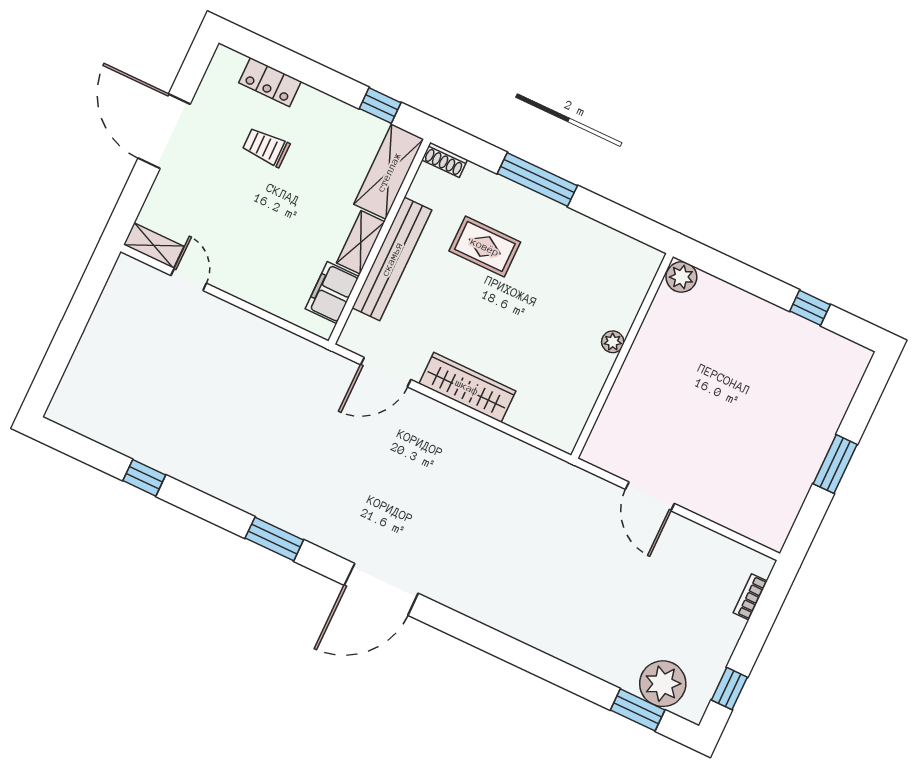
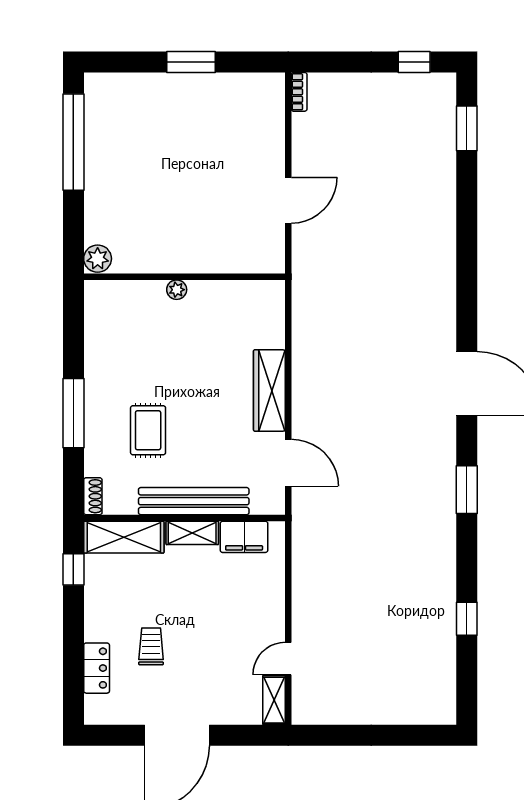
trolley: (266, 147) -> (151, 646), turned 180
window: (810, 308) -> (73, 142), width x3.17
bookcase: (750, 597) -> (299, 92), moved, turned -90
plant: (663, 684) -> (436, 118), removed

